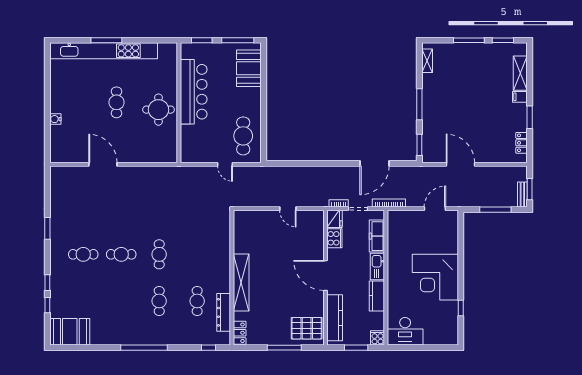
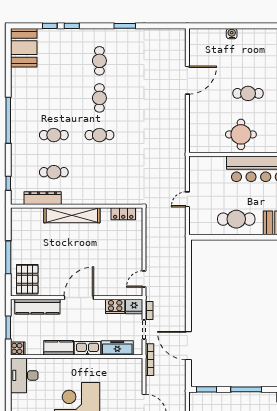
cafe table: (243, 136) -> (236, 219), moved
door: (288, 209) -> (144, 279), moved
locker: (240, 333) -> (123, 214), moved

